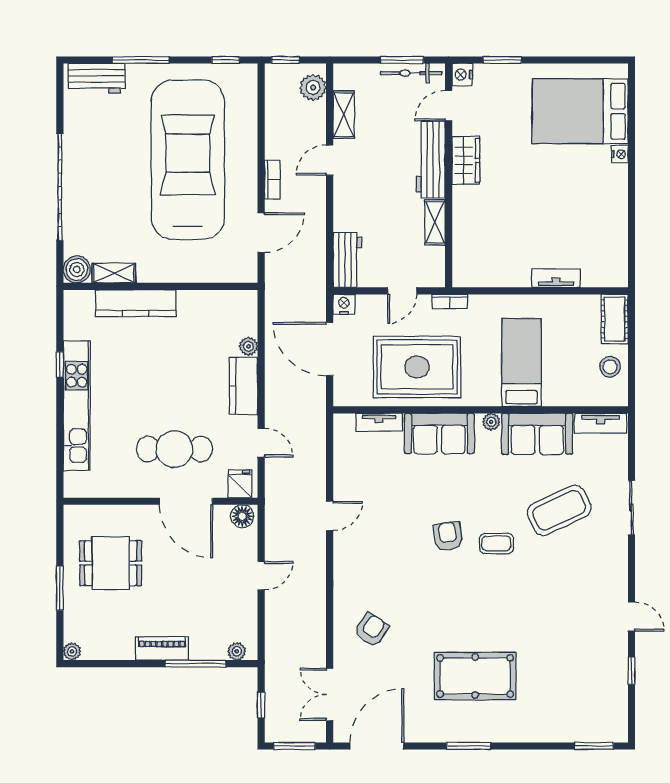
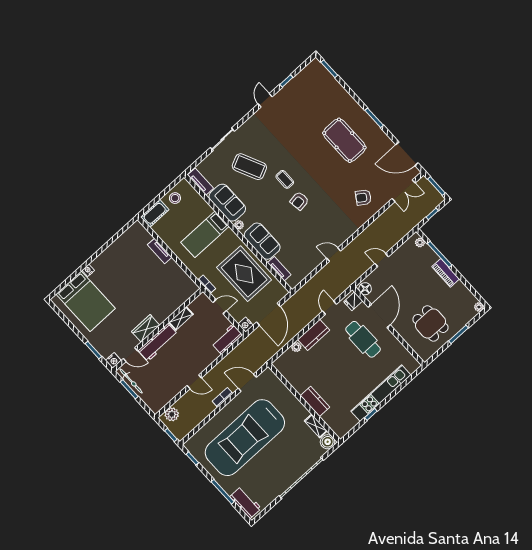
shelving: (344, 115) -> (171, 393), removed
kitchen counter: (136, 303) -> (315, 401), width x0.67

